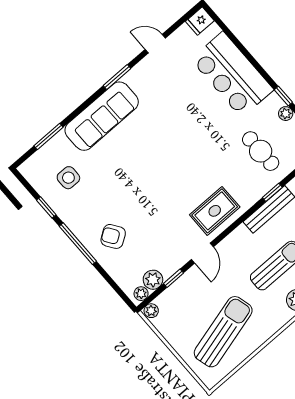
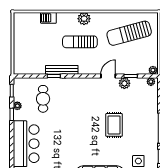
rug: (215, 211) -> (114, 125), moved, turned 90
armchair: (113, 236) -> (141, 118), removed
plant: (153, 280) -> (124, 83), moved

